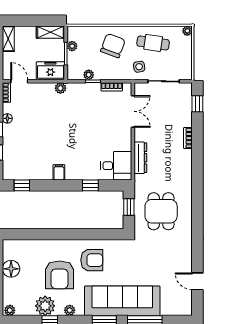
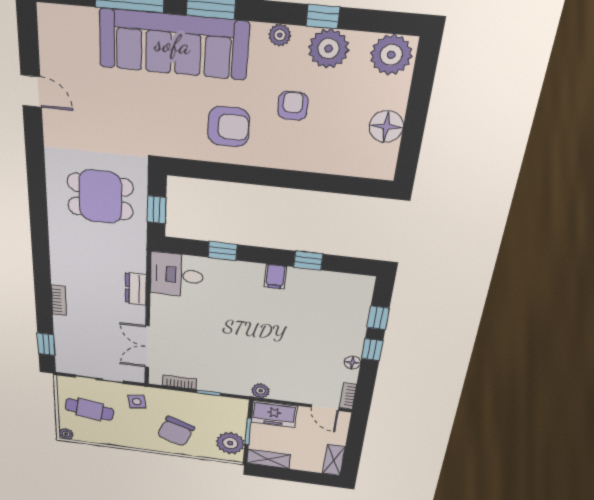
cafe table: (153, 43) -> (89, 409), moved
plant: (72, 46) -> (230, 443), width x1.88, depth x1.88
plant: (89, 75) -> (215, 402), removed
dresser: (140, 158) -> (136, 289), width x0.70
window: (22, 185) -> (308, 261), moved
dining table: (161, 211) -> (100, 197), turned 90
armchair: (92, 260) -> (228, 127), turned 180
armchair: (60, 275) -> (293, 106), width x0.53, depth x0.53
door: (197, 281) -> (31, 91), moved
plant: (10, 310) -> (391, 55), width x1.87, depth x1.87

